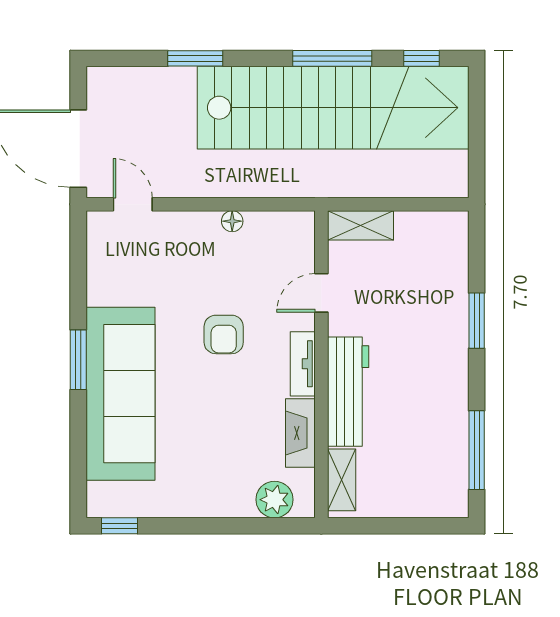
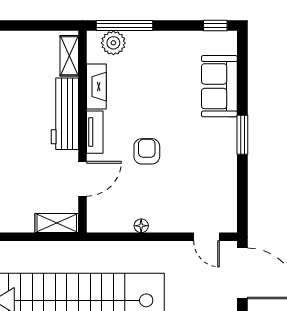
door: (321, 293) -> (83, 179), width x1.38
sofa: (120, 394) -> (219, 86), width x0.54, depth x0.79
window: (257, 526) -> (125, 26), added

